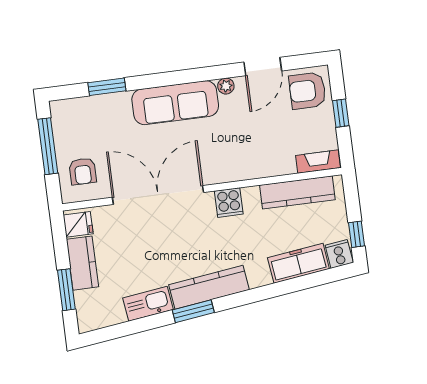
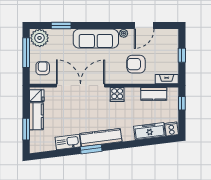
armchair: (307, 91) -> (136, 64), moved
plant: (69, 115) -> (40, 38), added
armchair: (83, 171) -> (43, 68), turned 180
kitchen counter: (297, 192) -> (154, 94), width x0.67
window: (357, 234) -> (182, 103), moved

